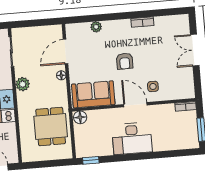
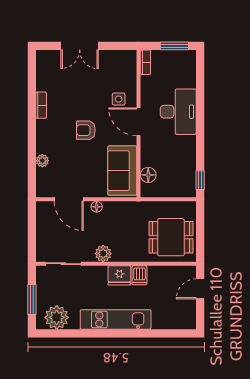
armchair: (125, 61) -> (86, 130), turned 180
door: (135, 105) -> (139, 122), hinge flipped
floor lamp: (80, 117) -> (148, 175), moved
dining table: (51, 126) -> (171, 237), moved
desk: (132, 138) -> (178, 112), moved

